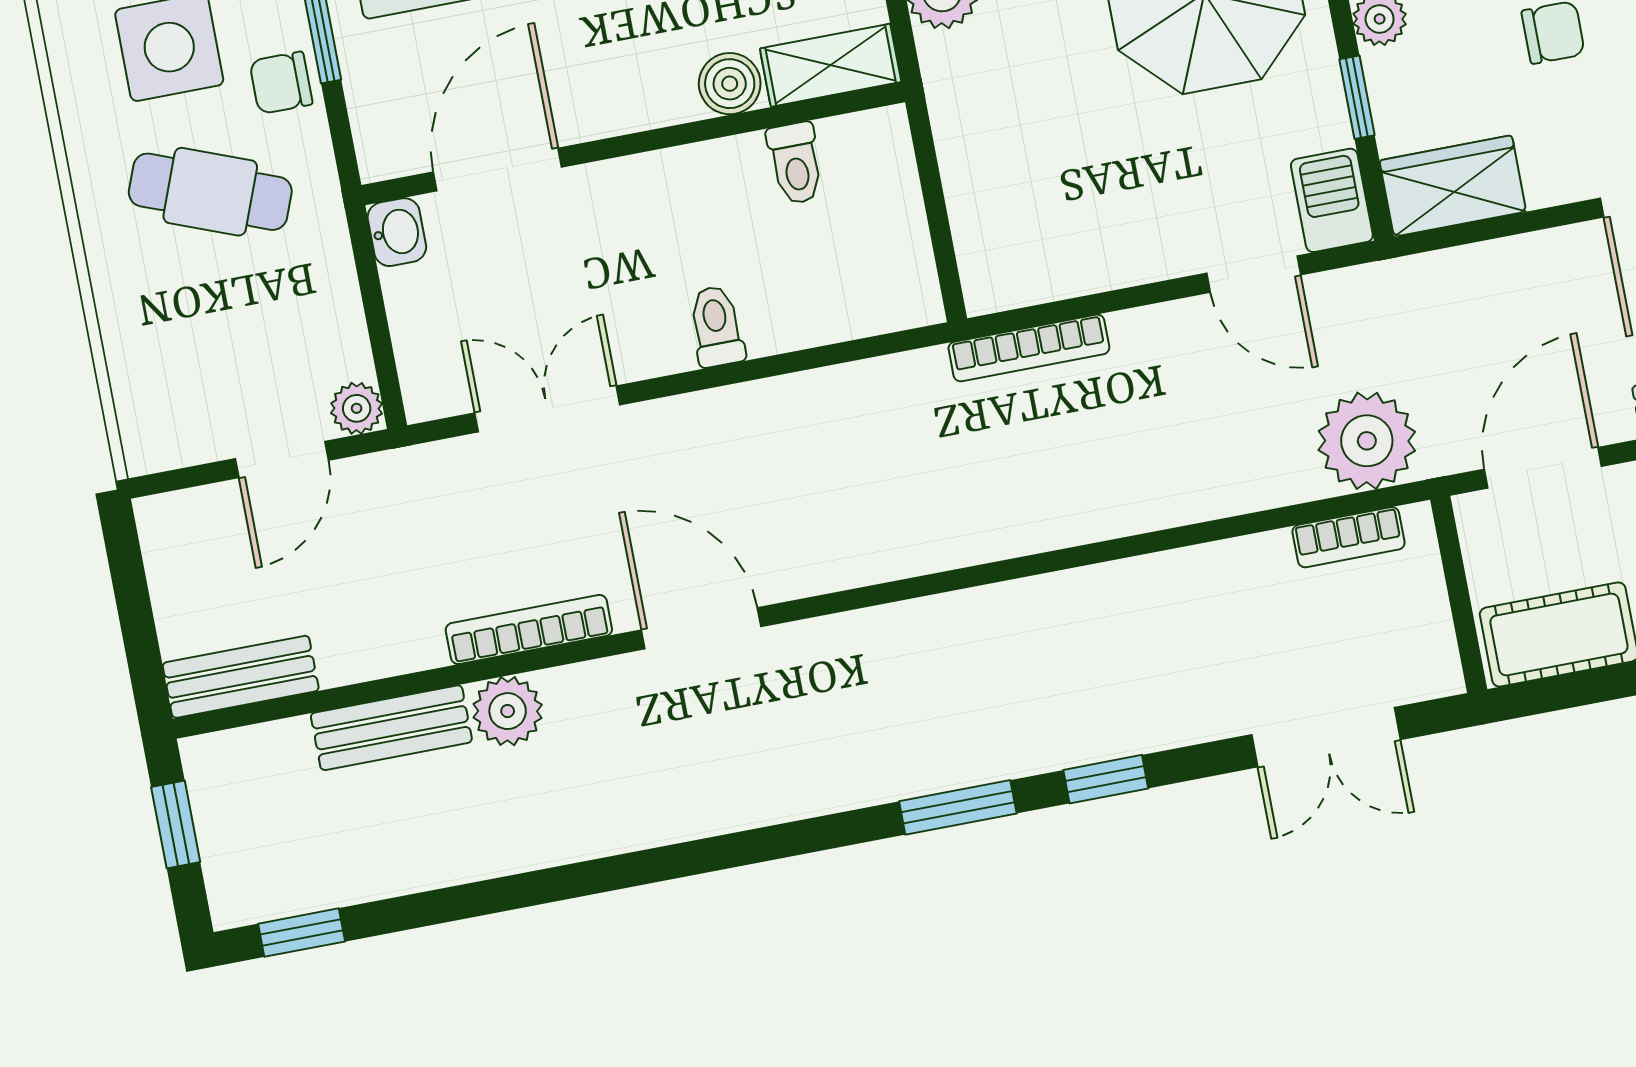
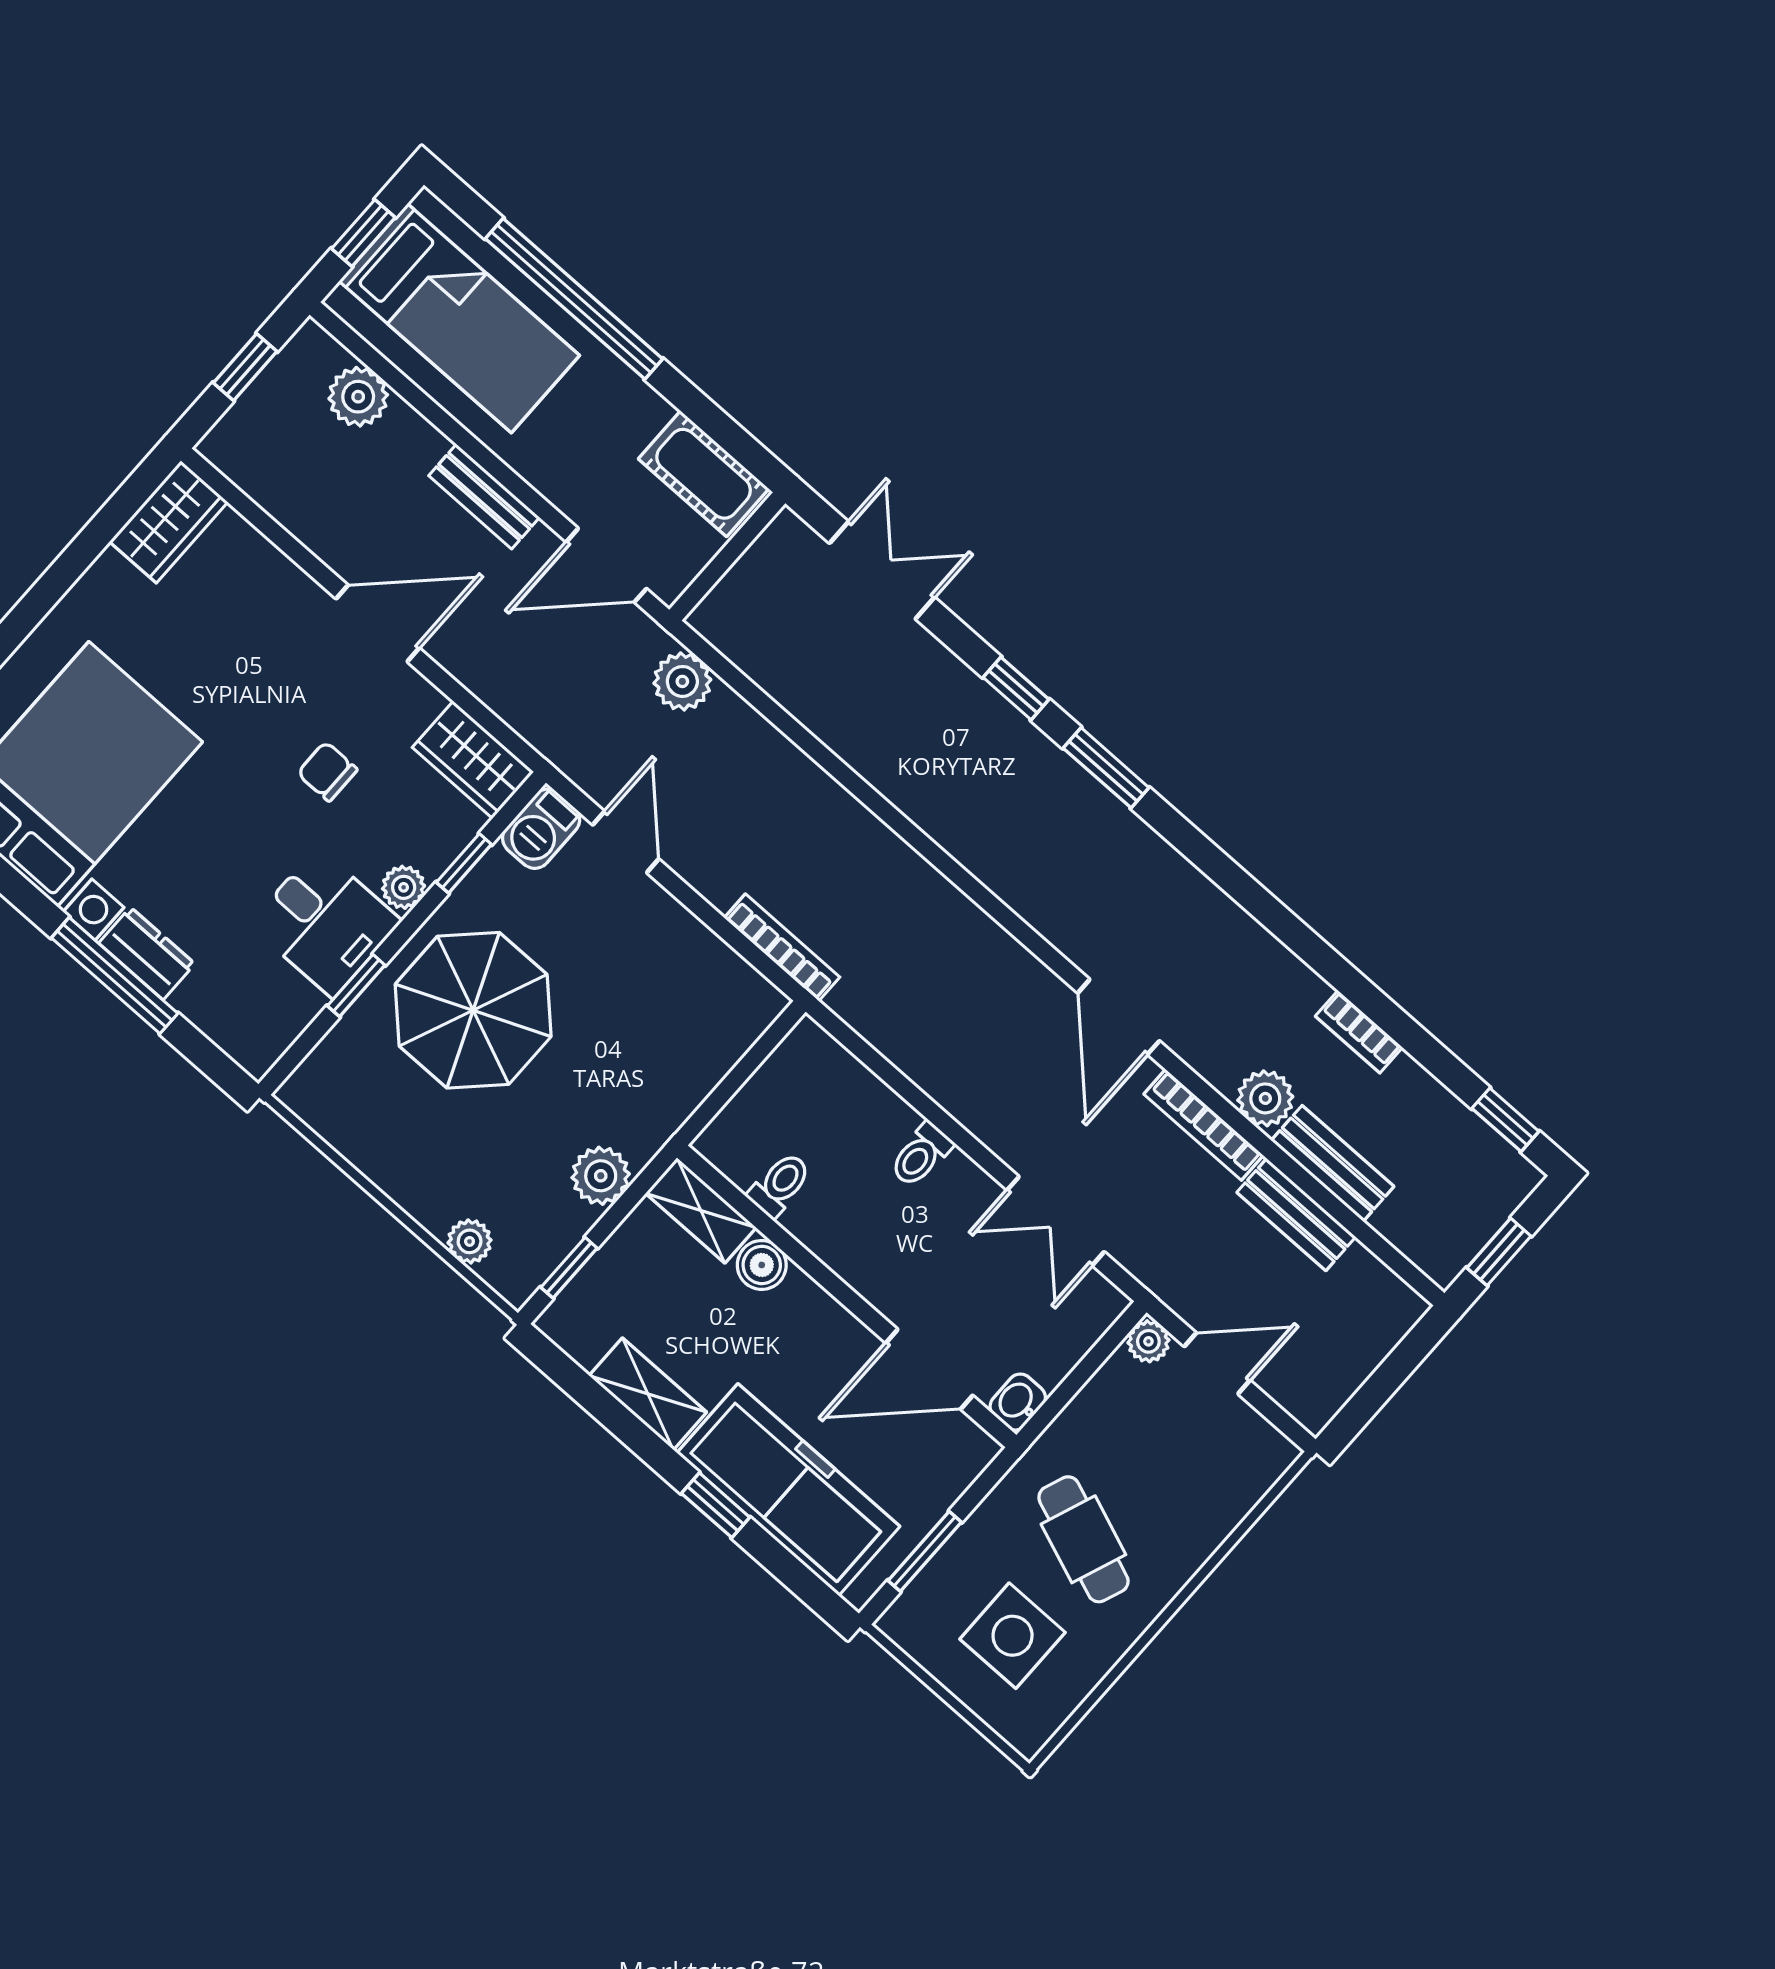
chair: (281, 83) -> (980, 1548), removed
plant: (1367, 441) -> (682, 681), width x0.73, depth x0.73
bookcase: (1348, 537) -> (1359, 1032), moved, turned 180
bench: (241, 677) -> (1296, 1215), moved

